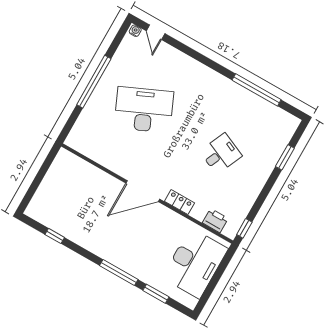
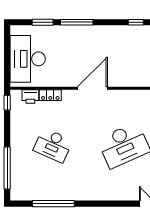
desk: (221, 154) -> (53, 145), width x1.37
window: (285, 157) -> (7, 168), width x2.11
locker: (179, 202) -> (50, 95), moved

